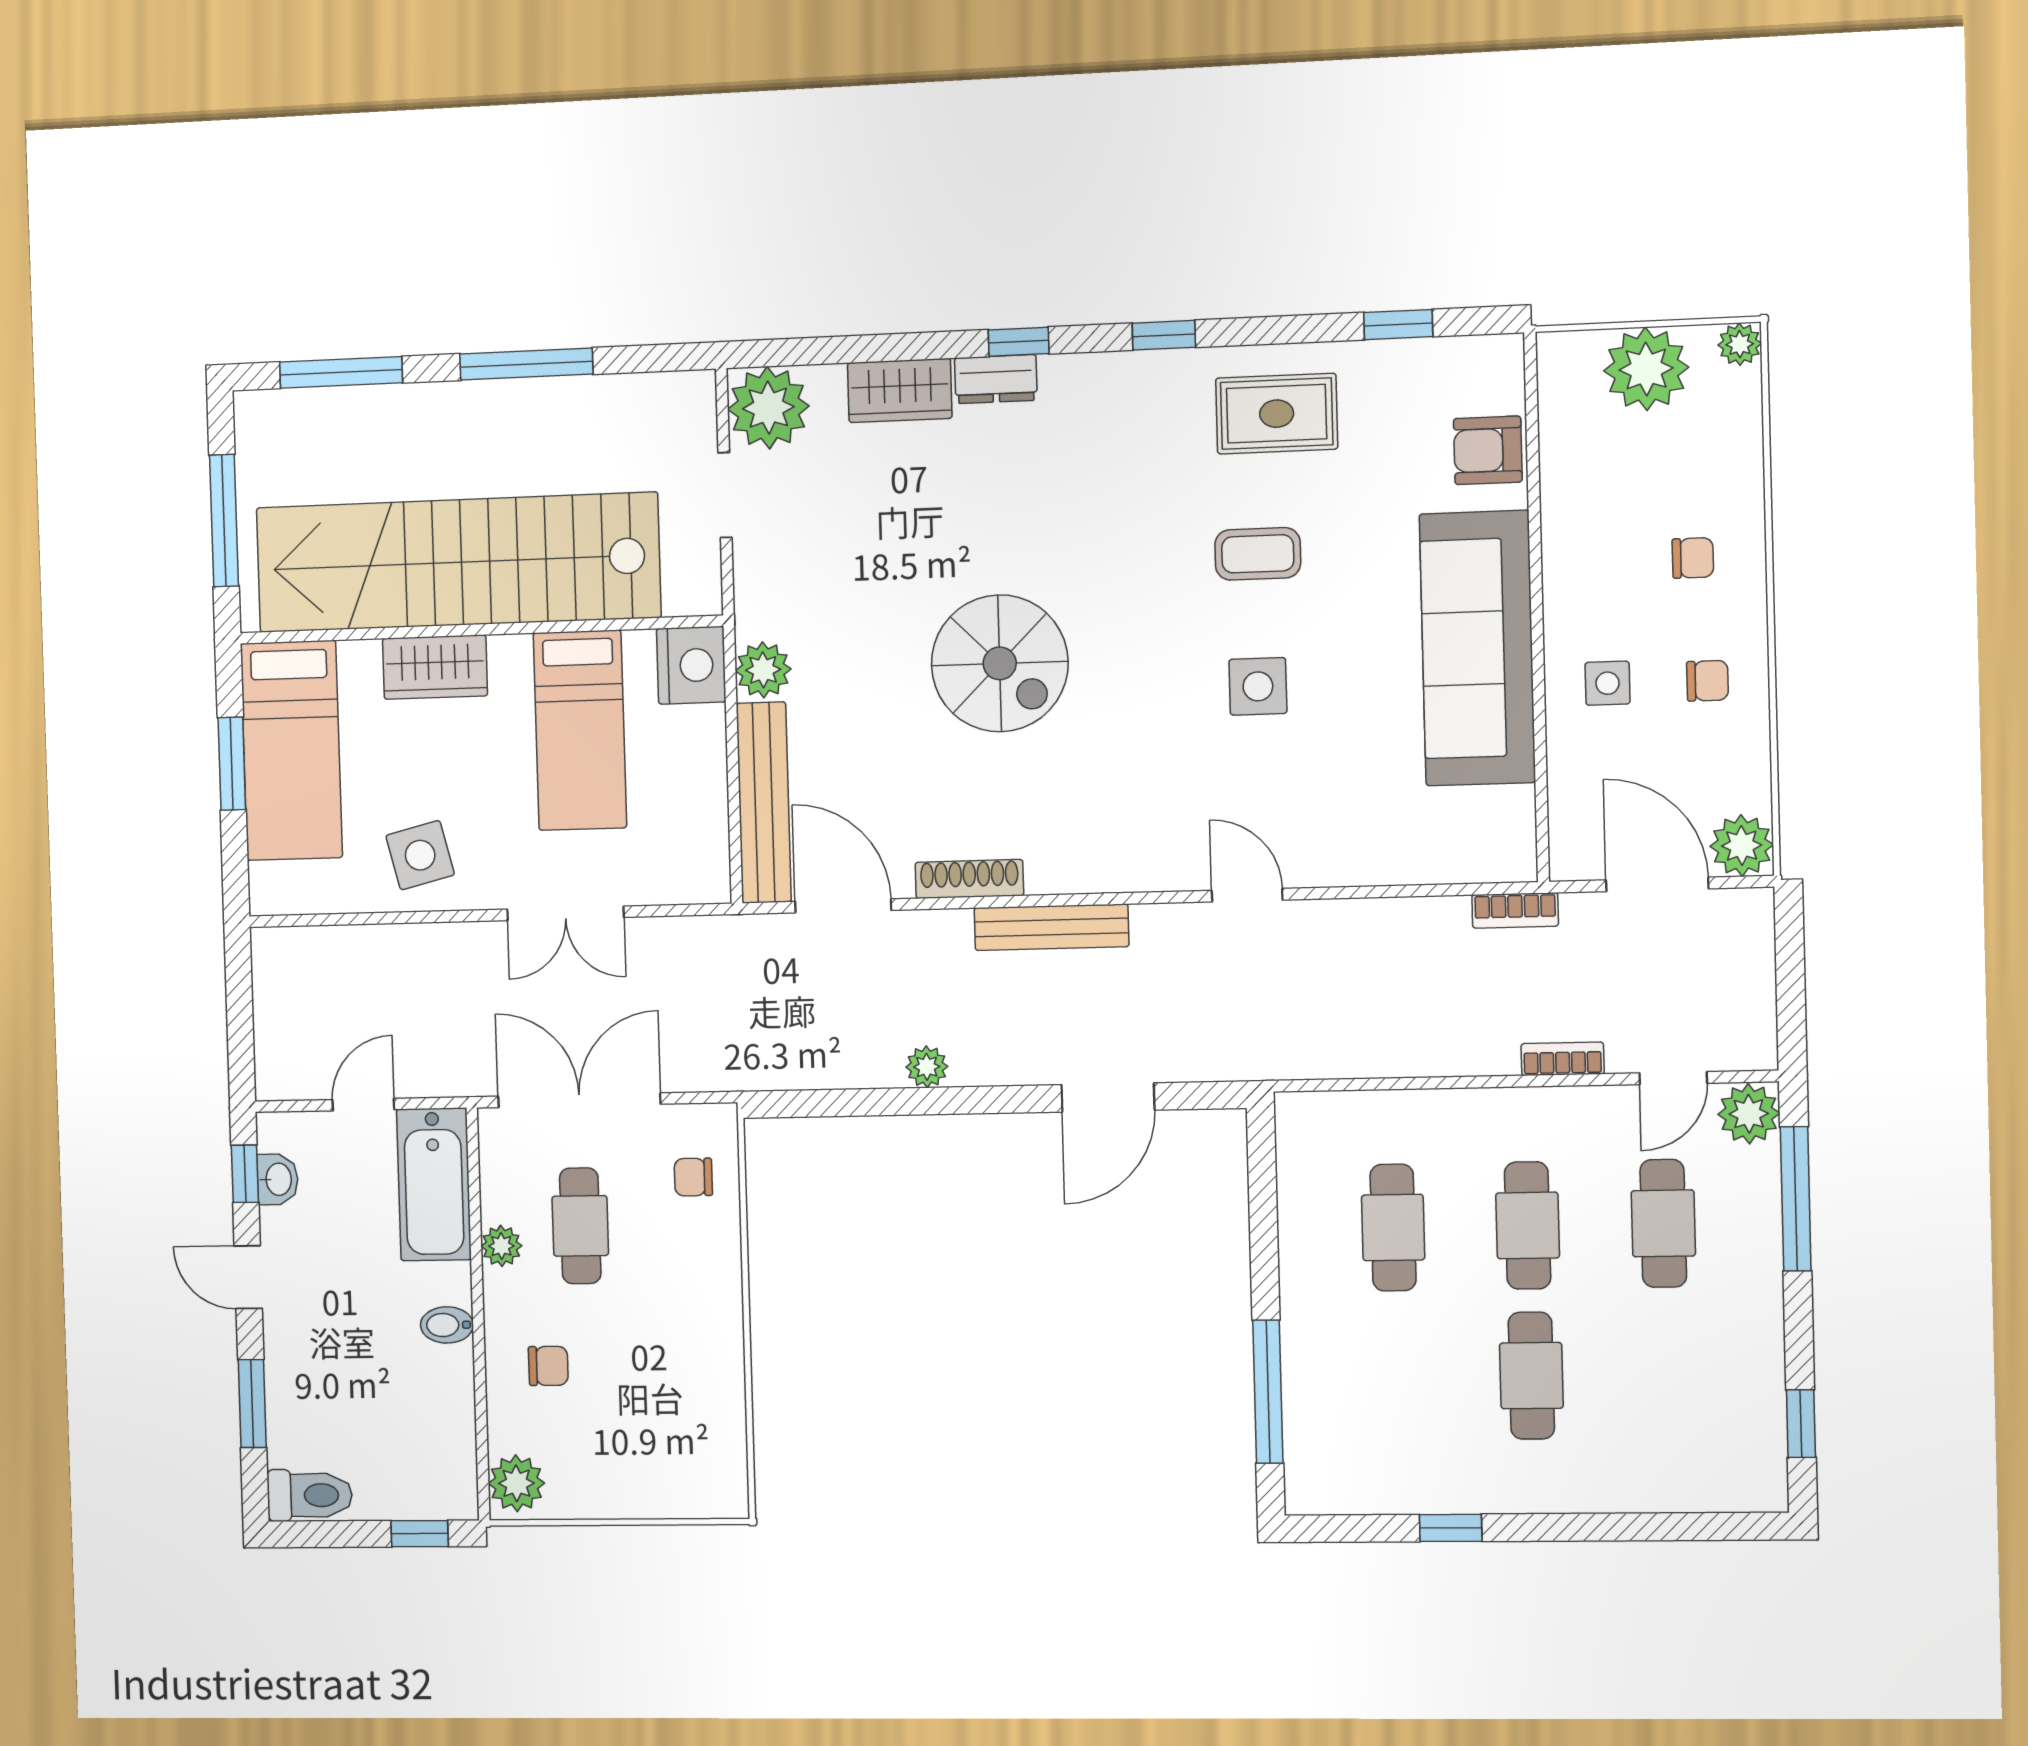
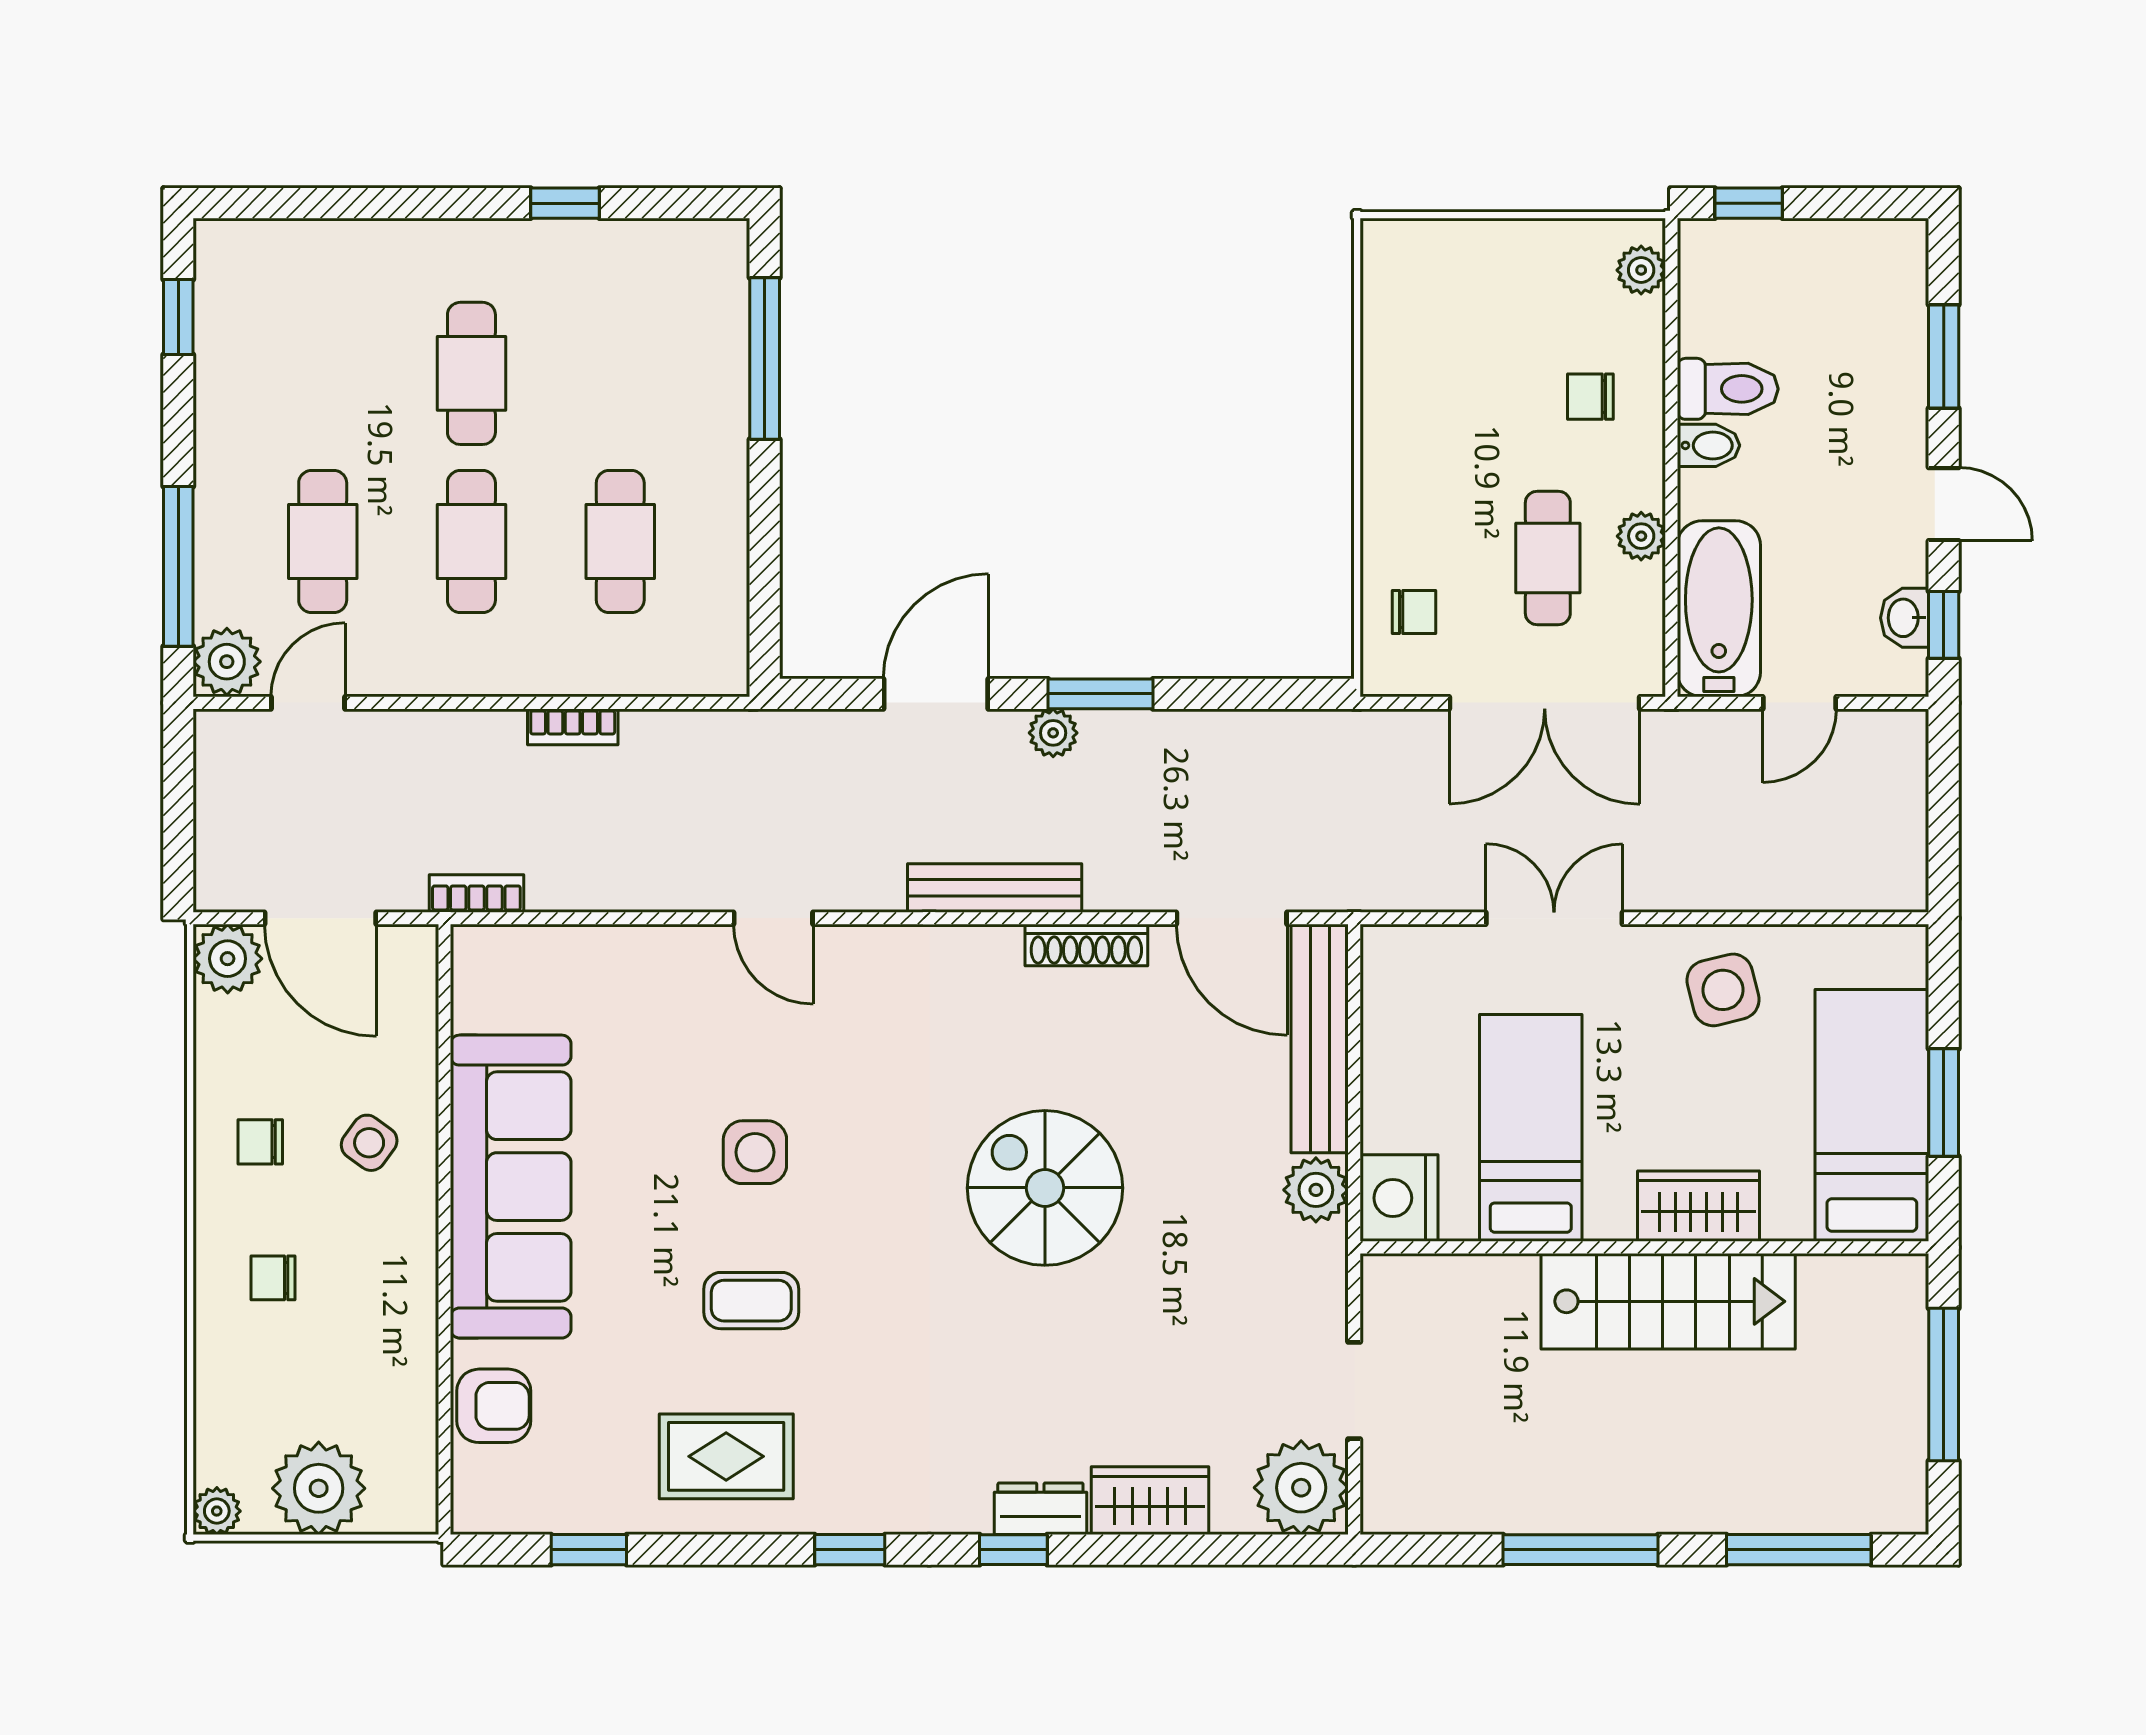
stairs: (458, 562) -> (1668, 1301), width x0.54, depth x0.66
side table: (1608, 683) -> (369, 1143), turned 36
bookcase: (1563, 1059) -> (573, 727), moved
plant: (927, 1067) -> (1053, 733), moved
window: (963, 1100) -> (1100, 694), added
plant: (516, 1483) -> (1641, 270), width x0.73, depth x0.73
toilet: (310, 1495) -> (1728, 389), moved, turned 180

